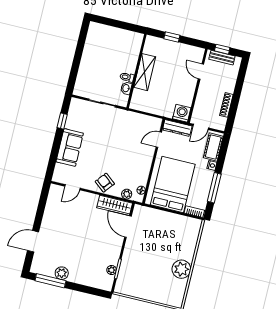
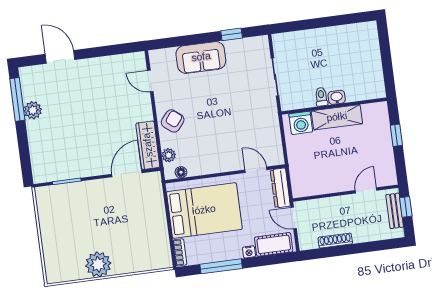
washbasin: (126, 88) -> (337, 97), moved
washing machine: (182, 113) -> (301, 123), moved, turned 90
plant: (112, 270) -> (62, 174), removed

